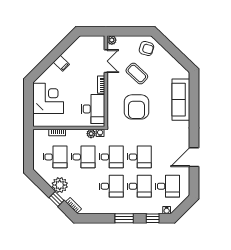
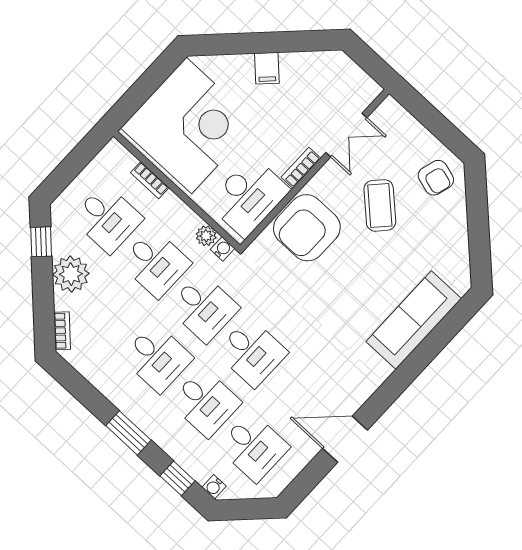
plant: (112, 40) -> (390, 108), removed
corner desk: (48, 98) -> (189, 125), width x1.36, depth x1.36
armchair: (137, 107) -> (307, 228), moved
window: (56, 199) -> (41, 242), moved

